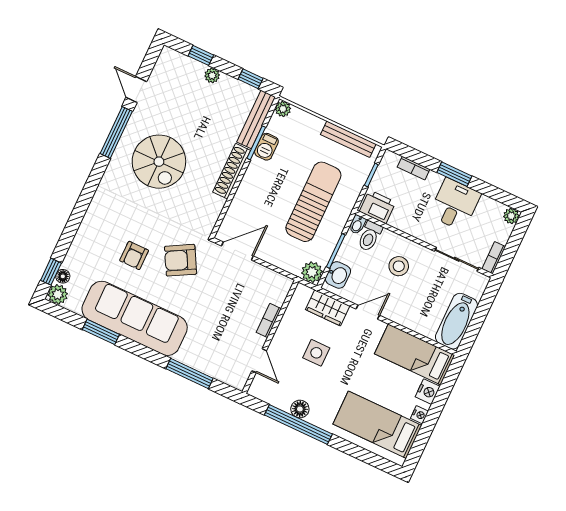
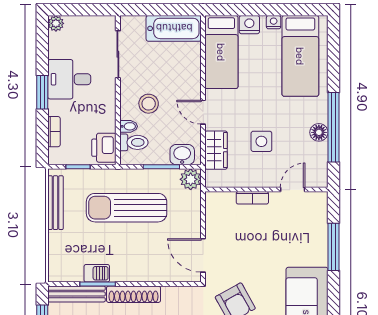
plant: (283, 109) -> (56, 274), removed
bidet: (357, 225) -> (129, 126), moved
bookcase: (494, 258) -> (101, 22), removed

